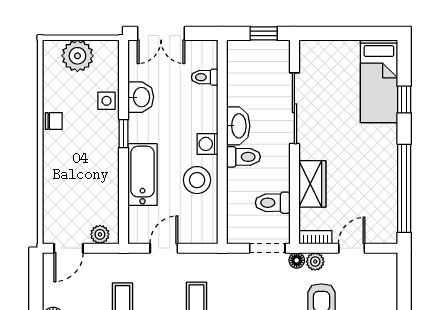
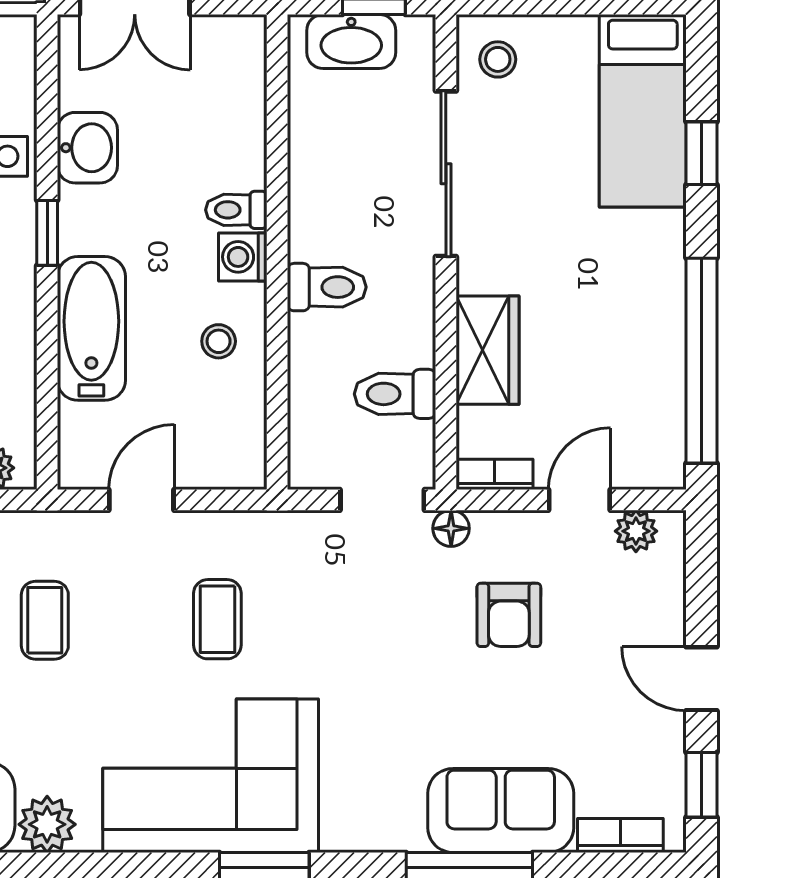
stool: (317, 59) -> (498, 59), added
toilet: (205, 77) -> (236, 210), moved
washbasin: (238, 126) -> (351, 41), moved, turned 90
stool: (197, 180) -> (219, 341), width x0.53, depth x0.53
plant: (315, 262) -> (636, 531), moved

